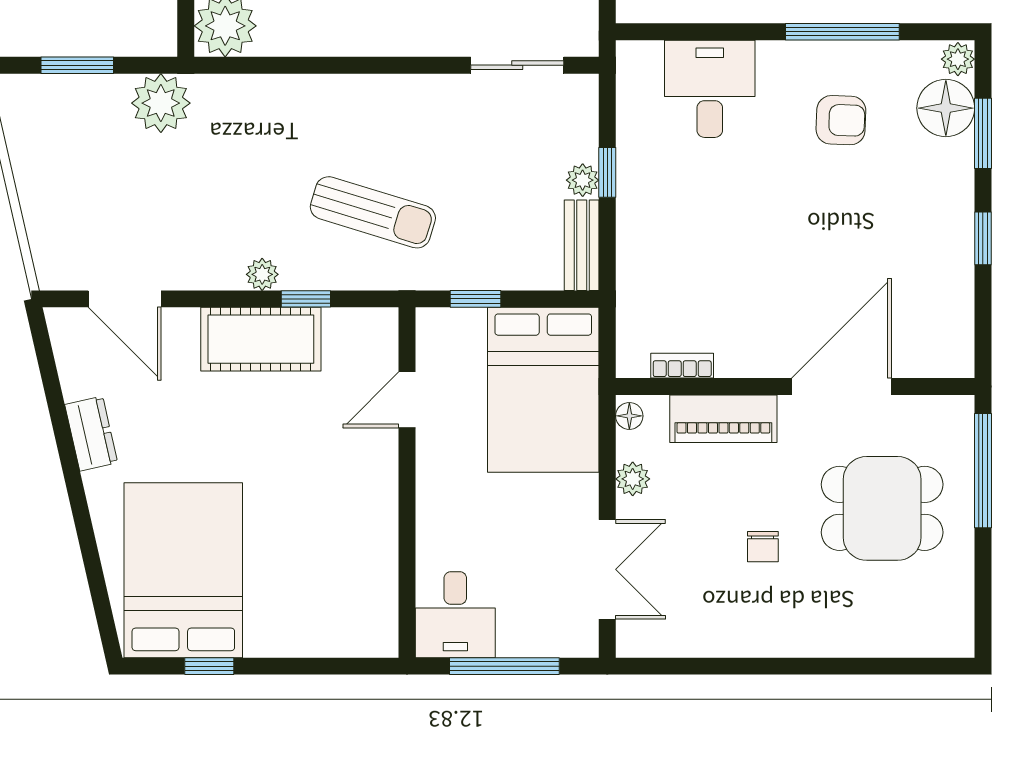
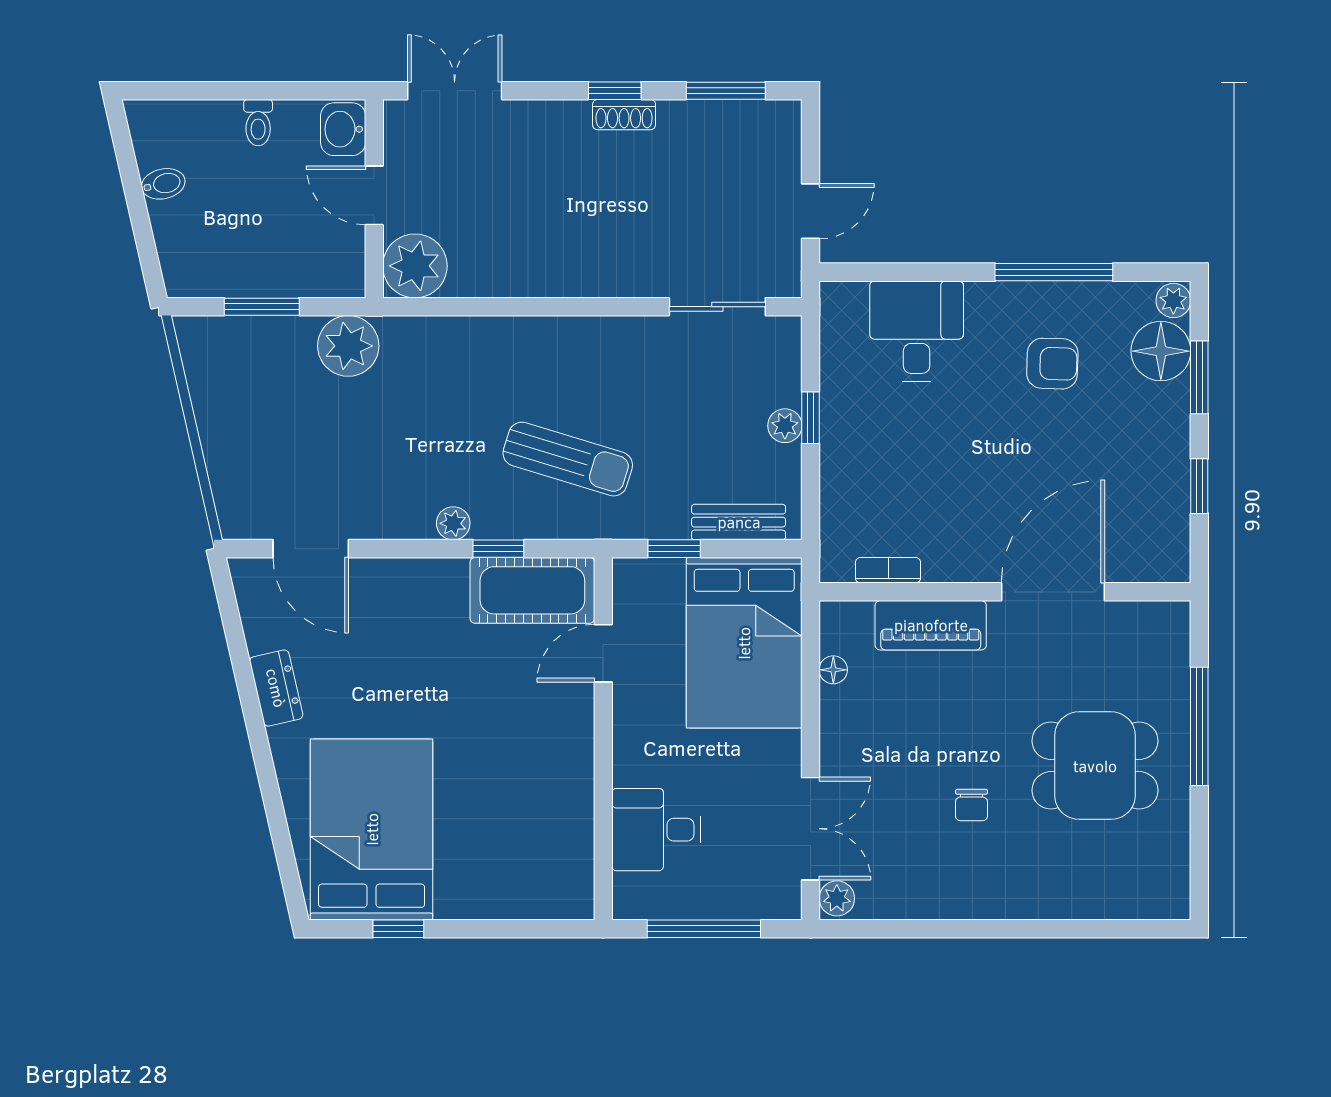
bench: (582, 245) -> (739, 522), moved, turned 90
cot: (261, 339) -> (532, 590), moved
bookcase: (682, 366) -> (888, 570), moved
wall: (795, 387) -> (1005, 592), moved
door: (842, 387) -> (1053, 592), moved
piano: (723, 419) -> (931, 625), moved
plant: (633, 479) -> (837, 898), moved
desk: (455, 615) -> (656, 830), moved, turned 90

